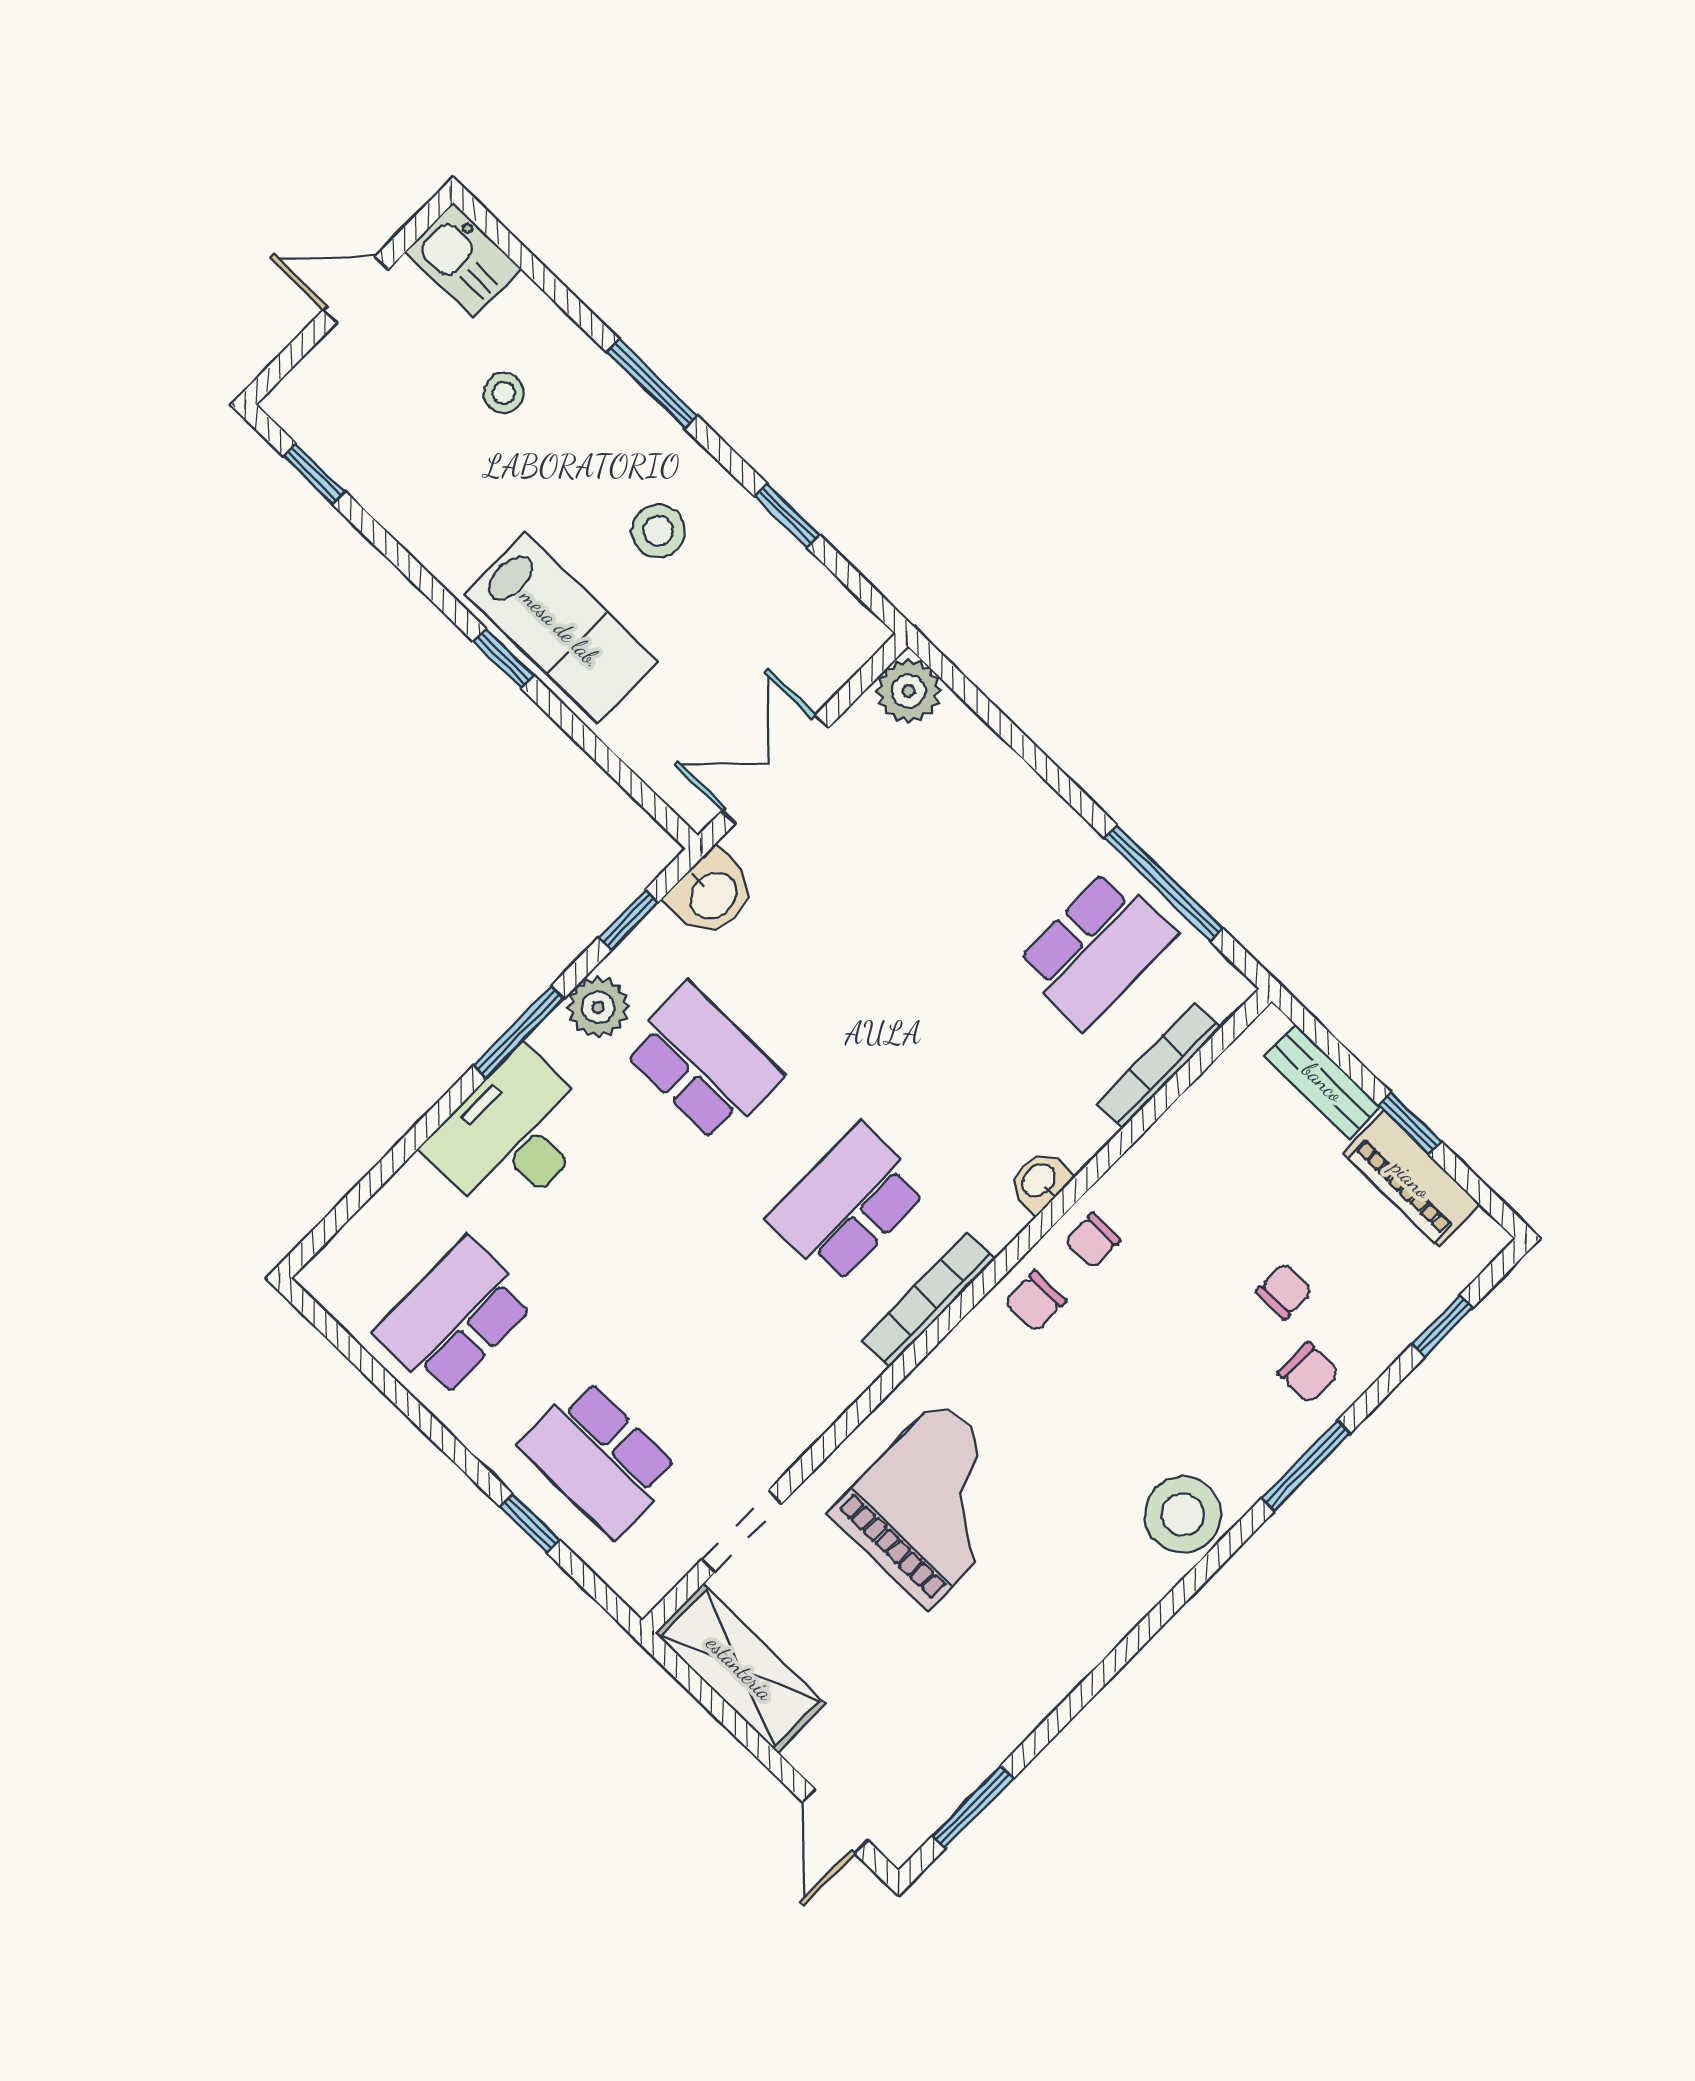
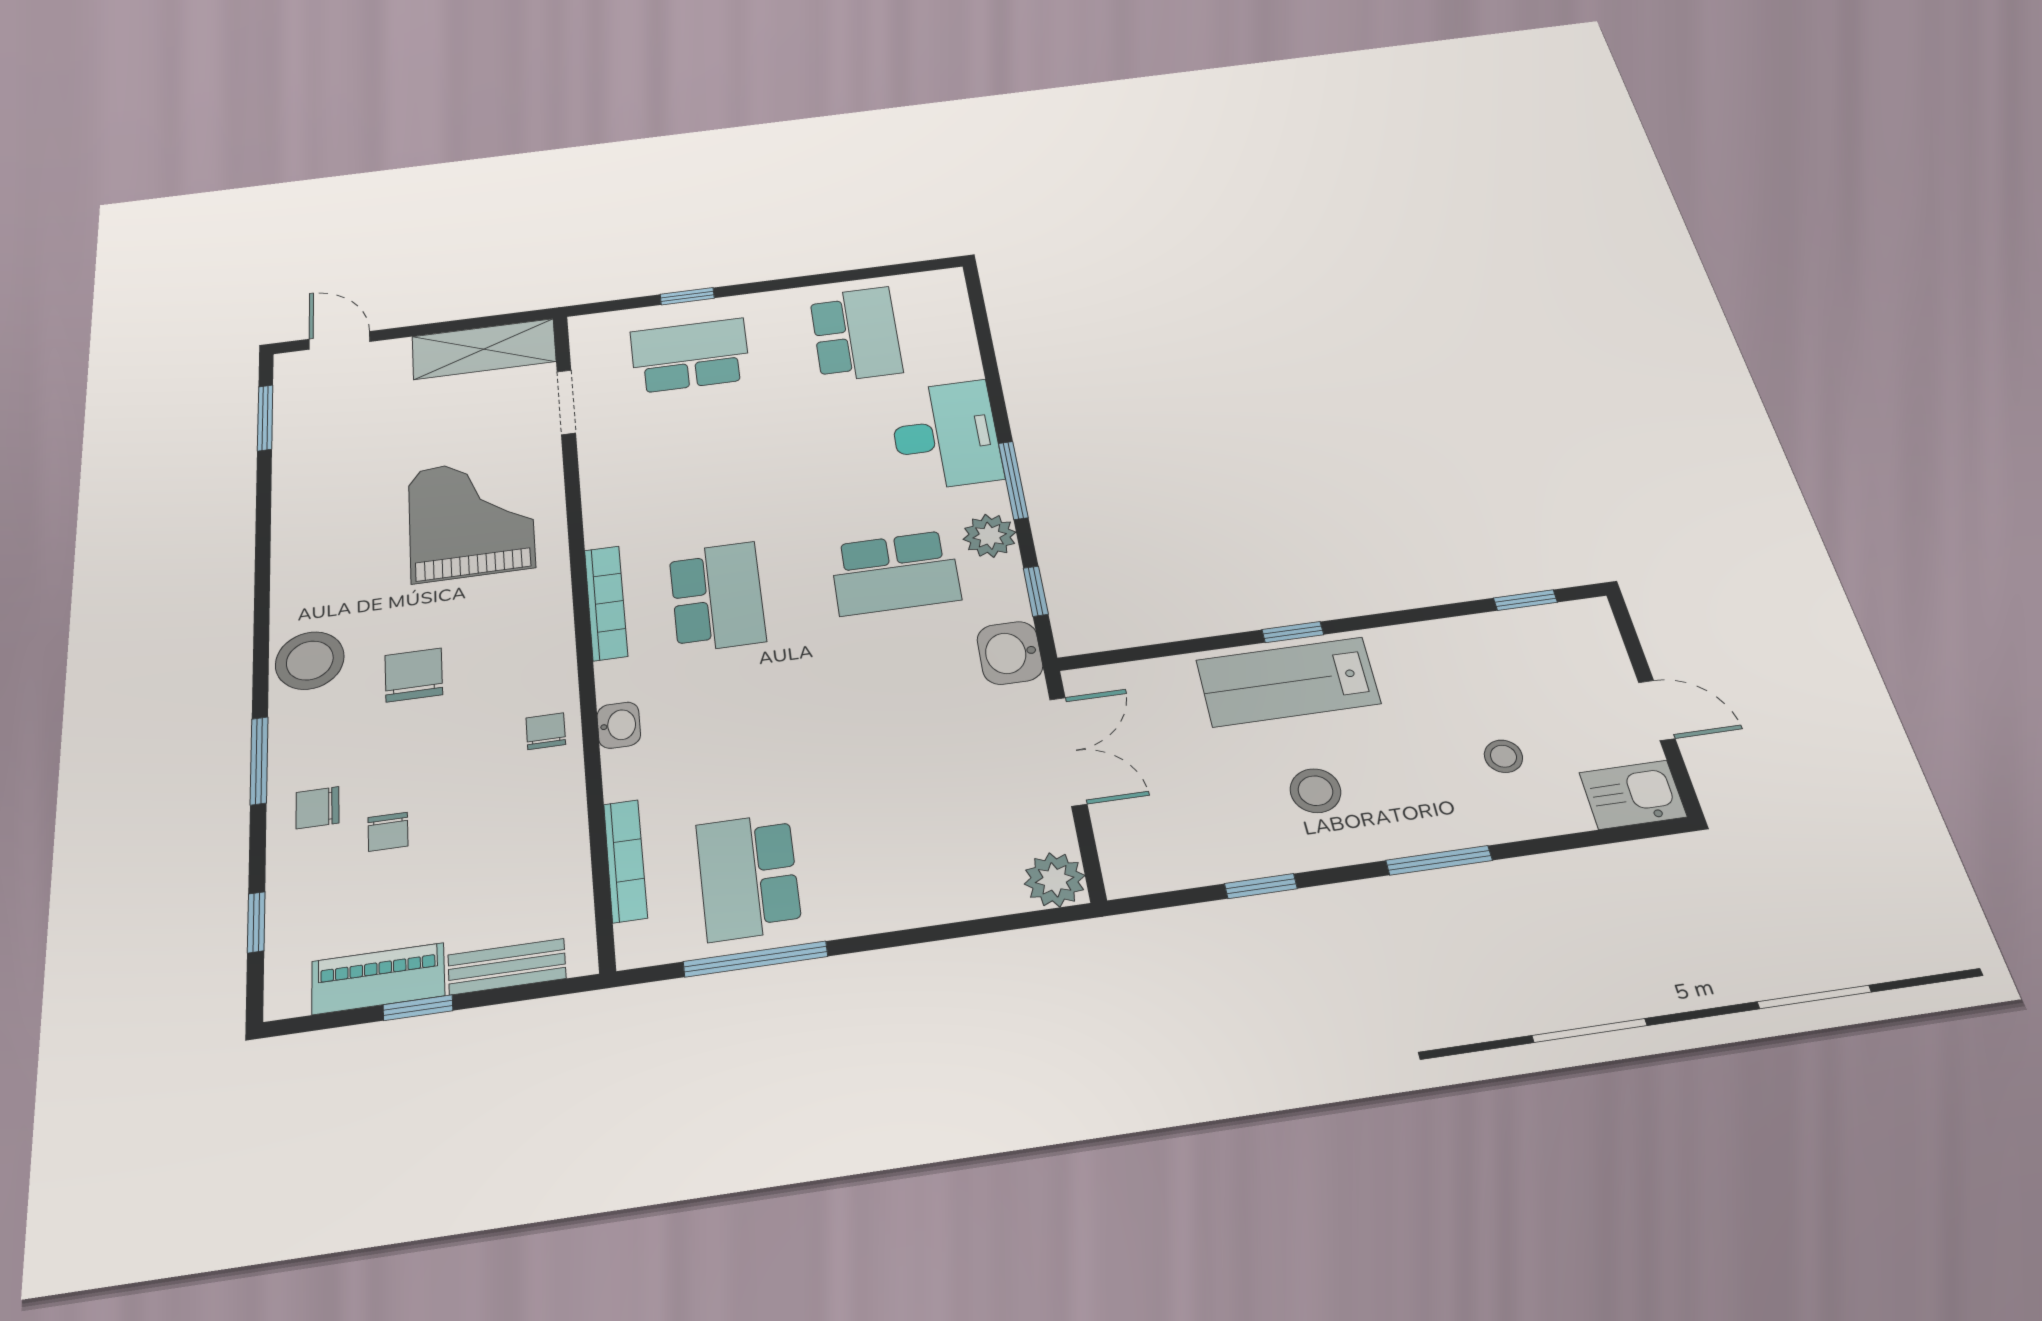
door: (356, 290) -> (1657, 710), hinge flipped
chair: (1035, 1301) -> (414, 675), moved, width x1.37, depth x1.37
grand piano: (934, 1504) -> (471, 519), turned 180

